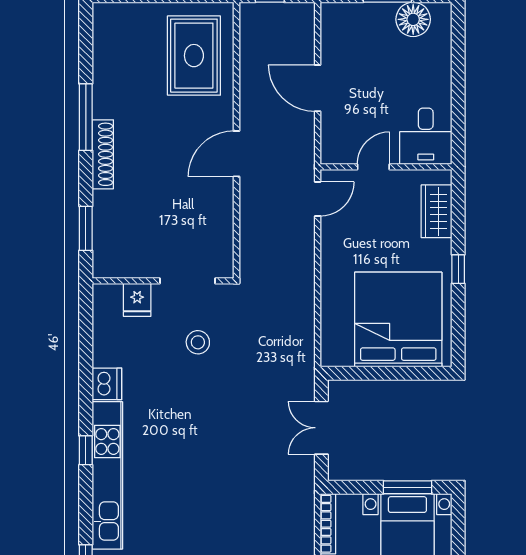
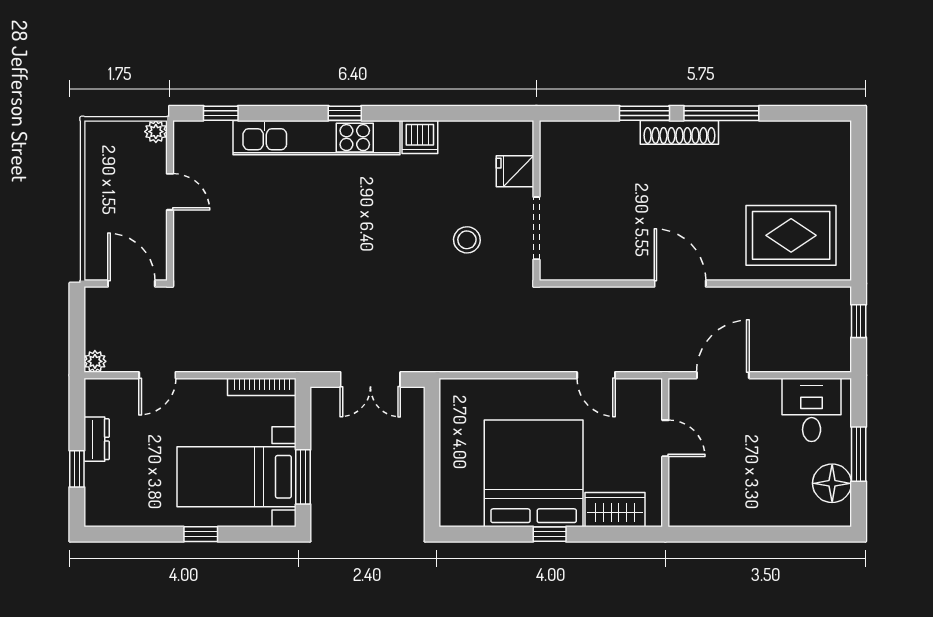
door: (318, 88) -> (723, 375), moved
desk: (426, 136) -> (812, 410), moved, turned 90
door: (318, 199) -> (596, 375), moved
window: (86, 228) -> (644, 113), moved
bed: (398, 320) -> (534, 473), moved, turned -90
double door: (321, 428) -> (370, 379), swing flipped

